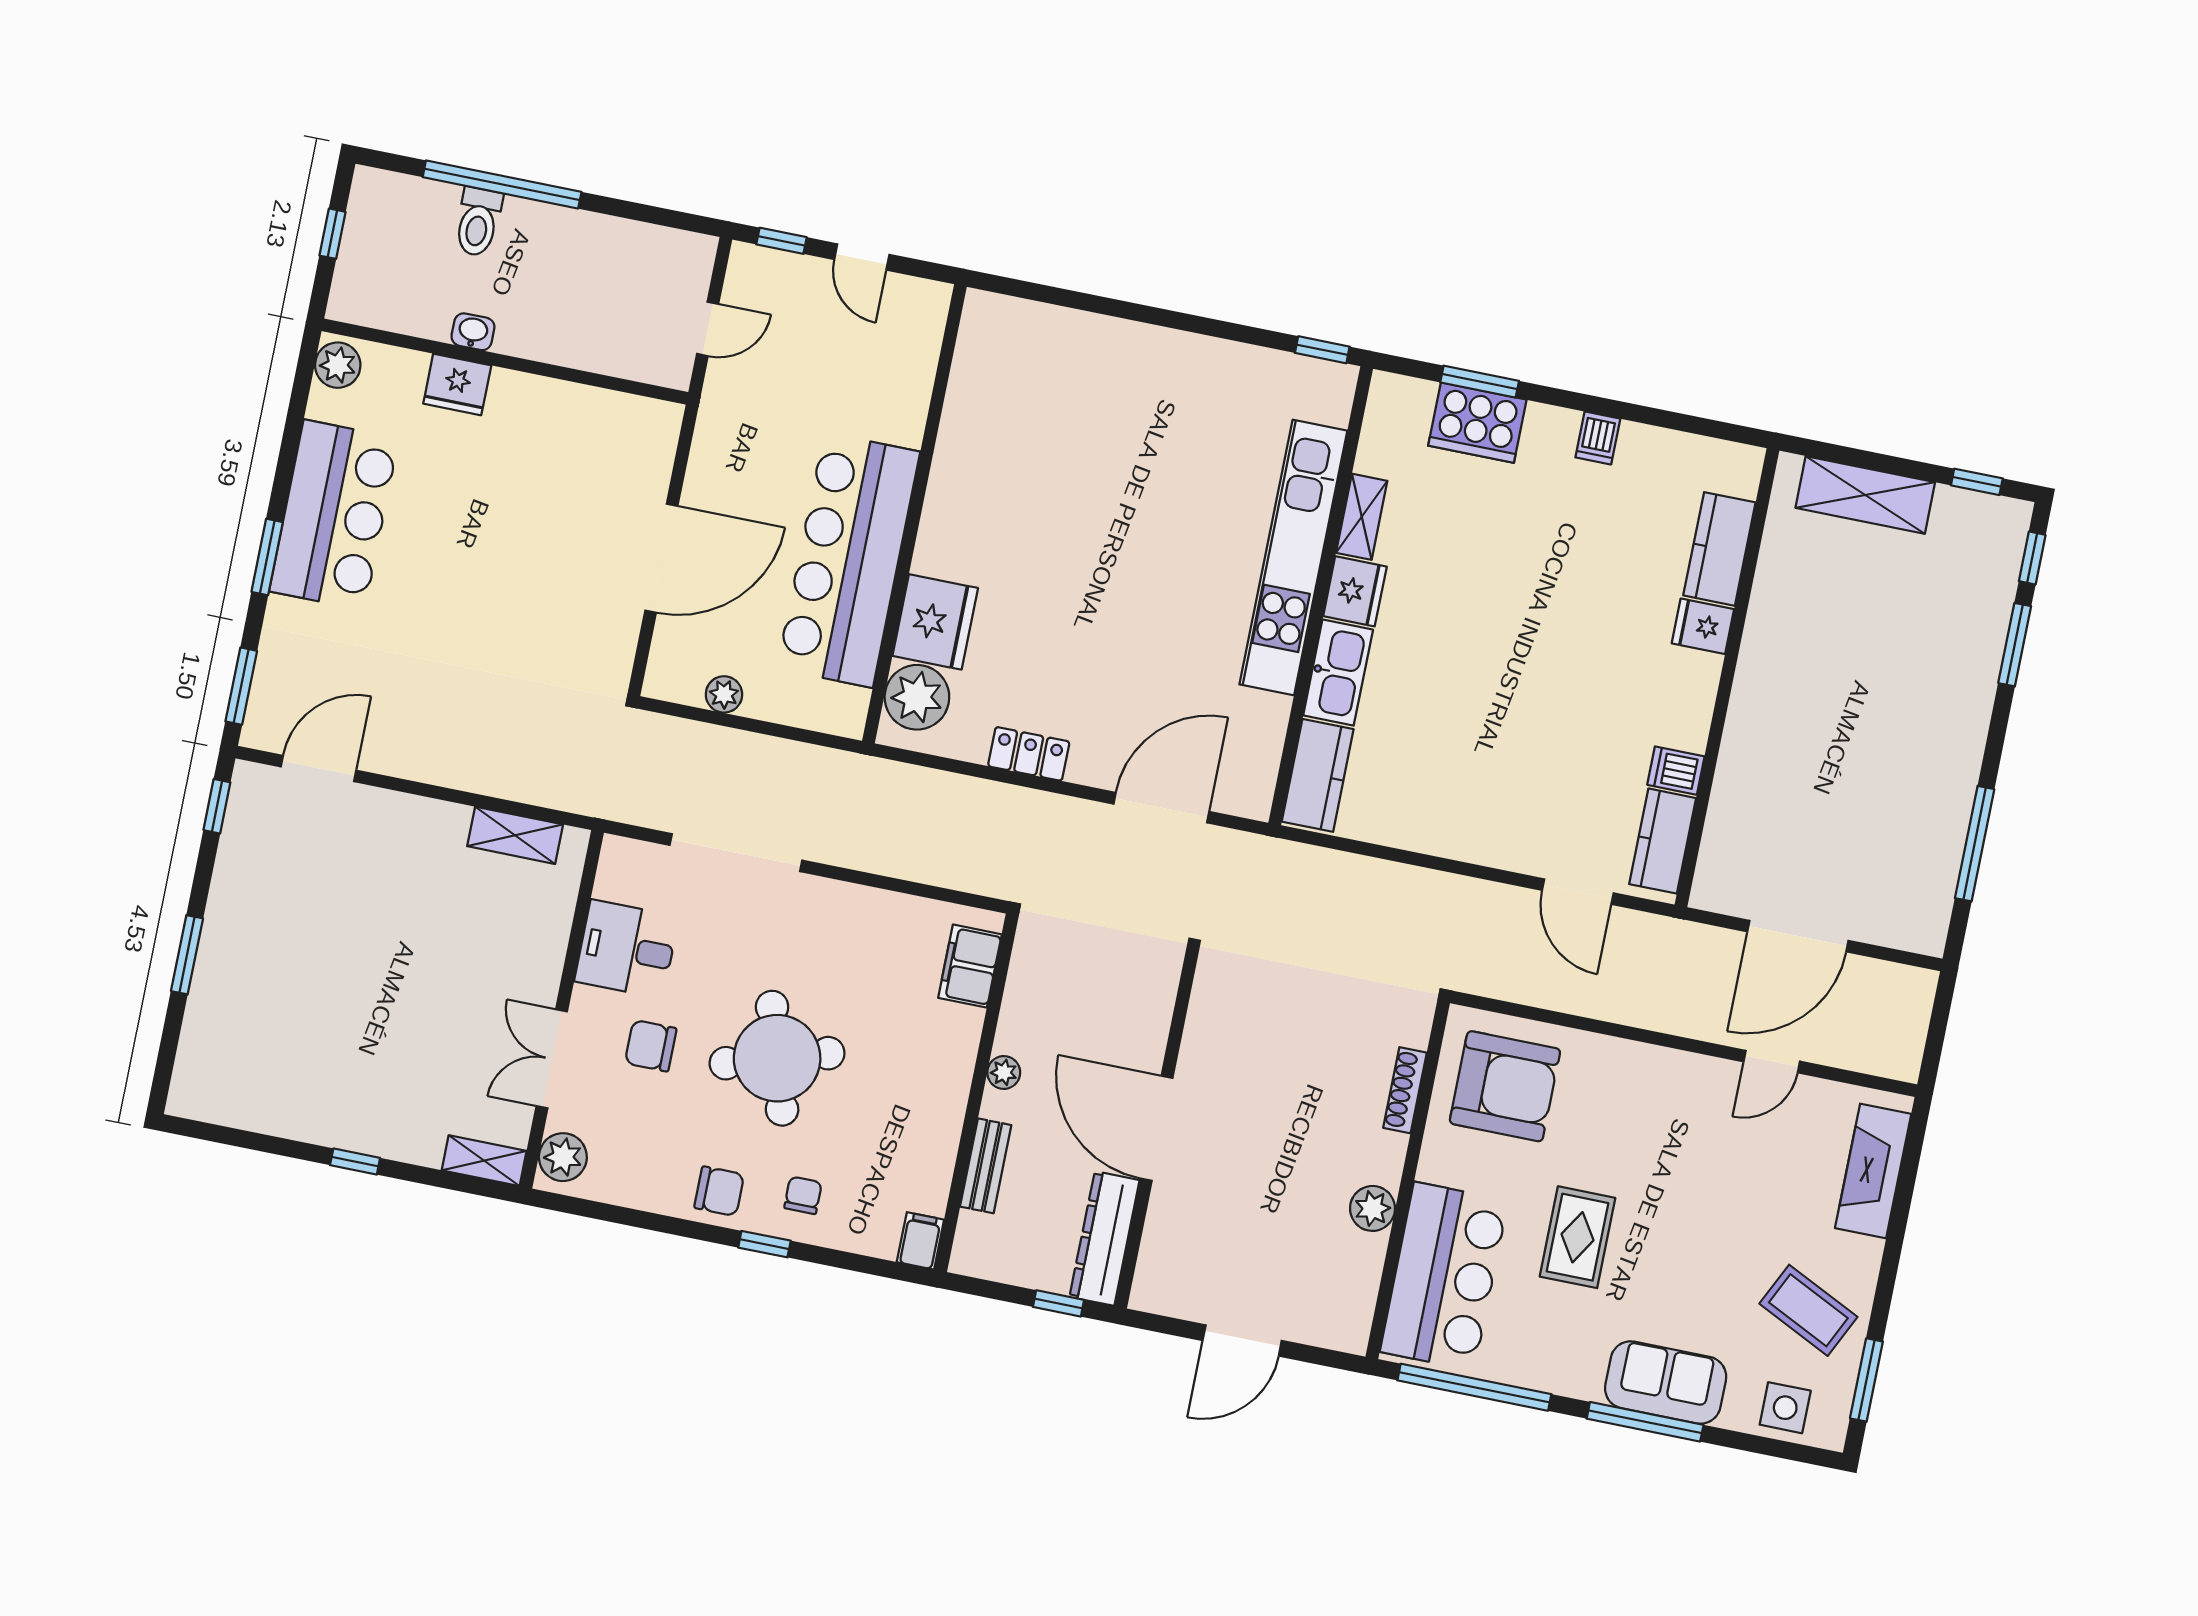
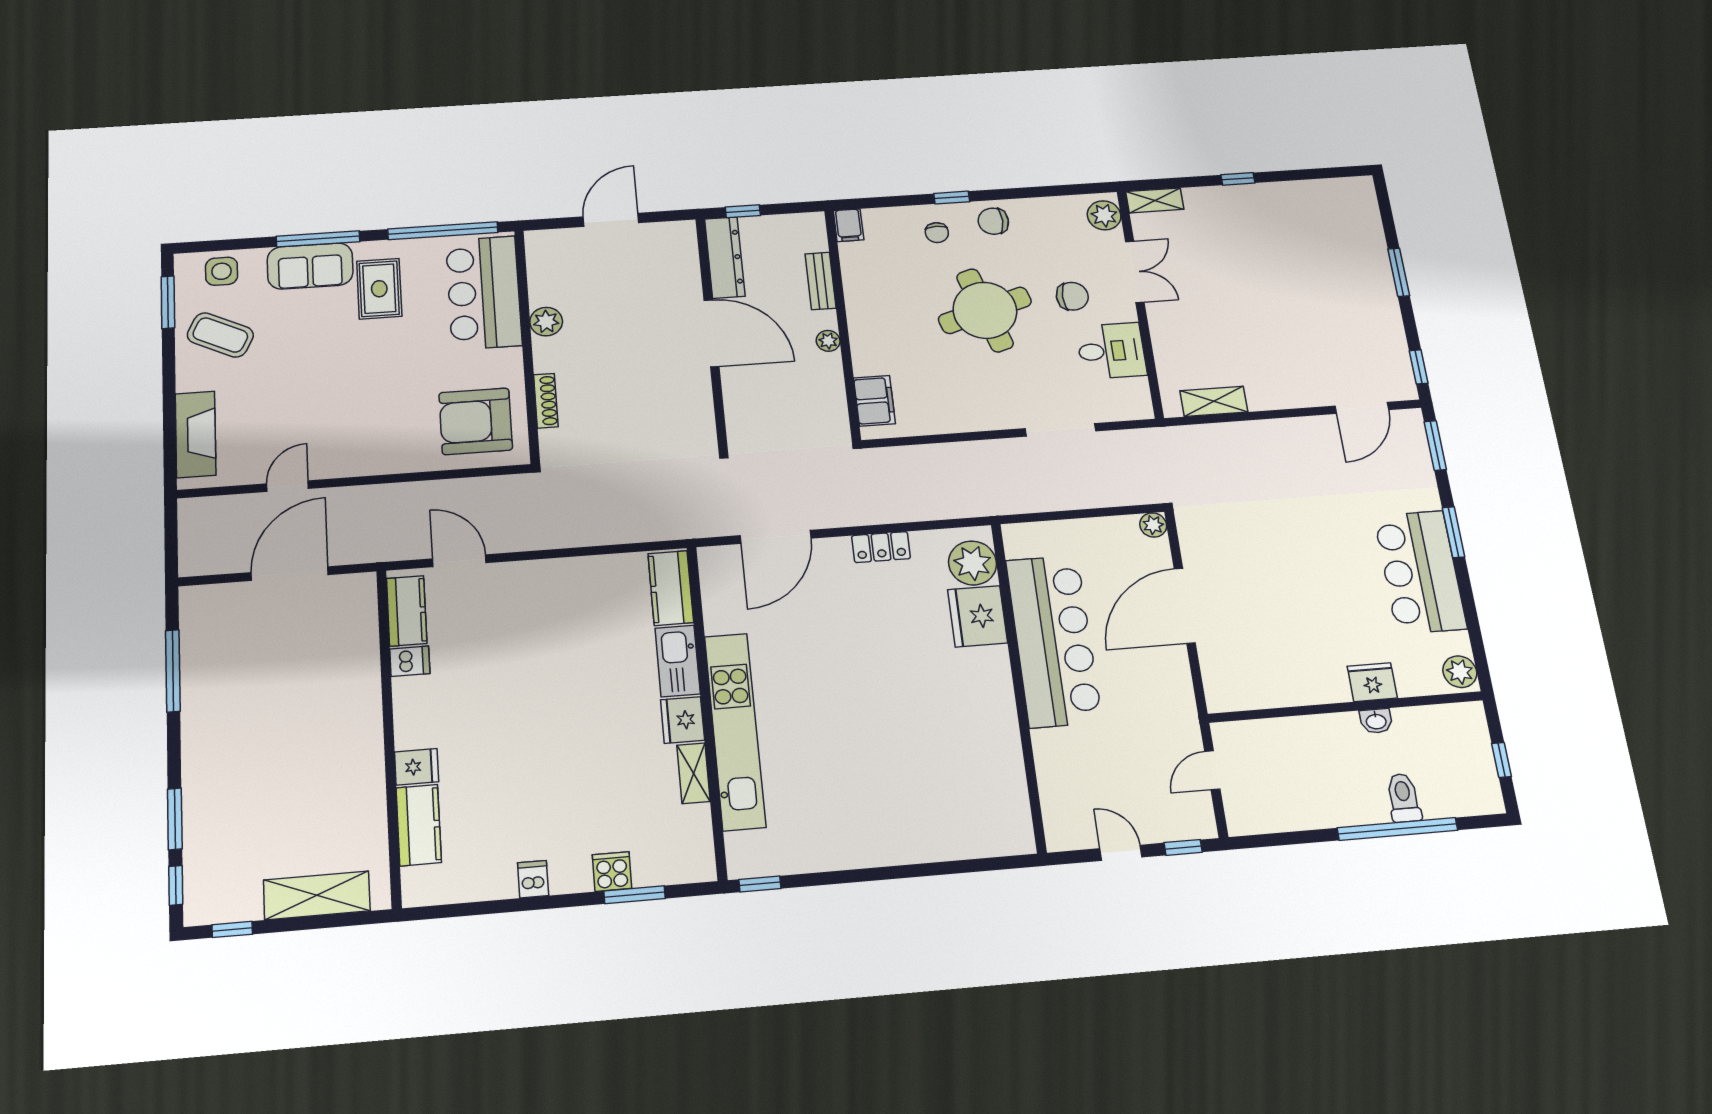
cooker: (1477, 423) -> (612, 872), width x0.53, depth x0.76
plant: (724, 694) -> (1153, 525), moved
doorway: (736, 853) -> (1061, 430), width x0.73
rug: (1577, 1237) -> (379, 289), moved

